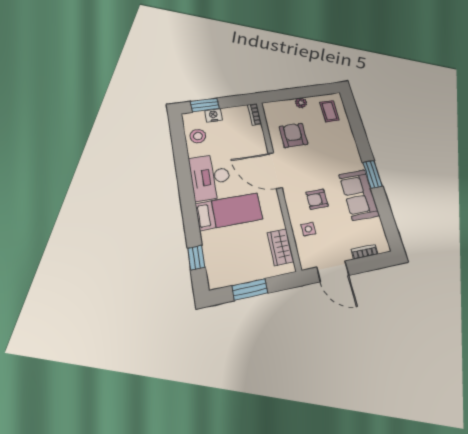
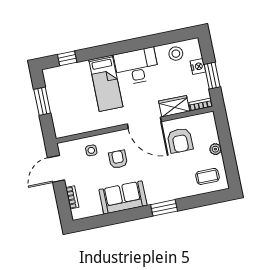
window: (205, 105) -> (212, 76), moved
armchair: (293, 135) -> (180, 140), turned 90
door: (275, 170) -> (144, 123), swing flipped
window: (372, 174) -> (164, 208), moved
wardrobe: (281, 247) -> (174, 106), moved

